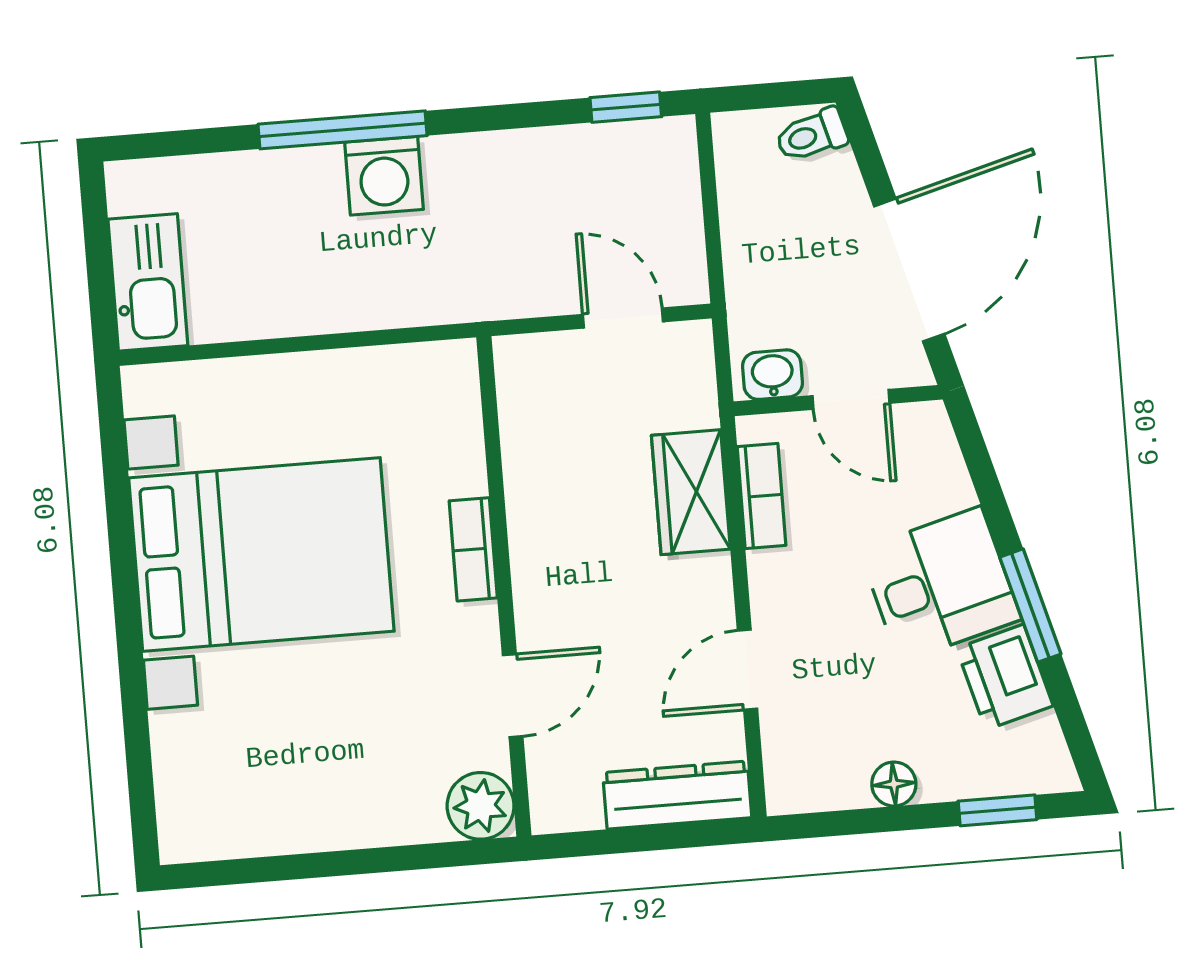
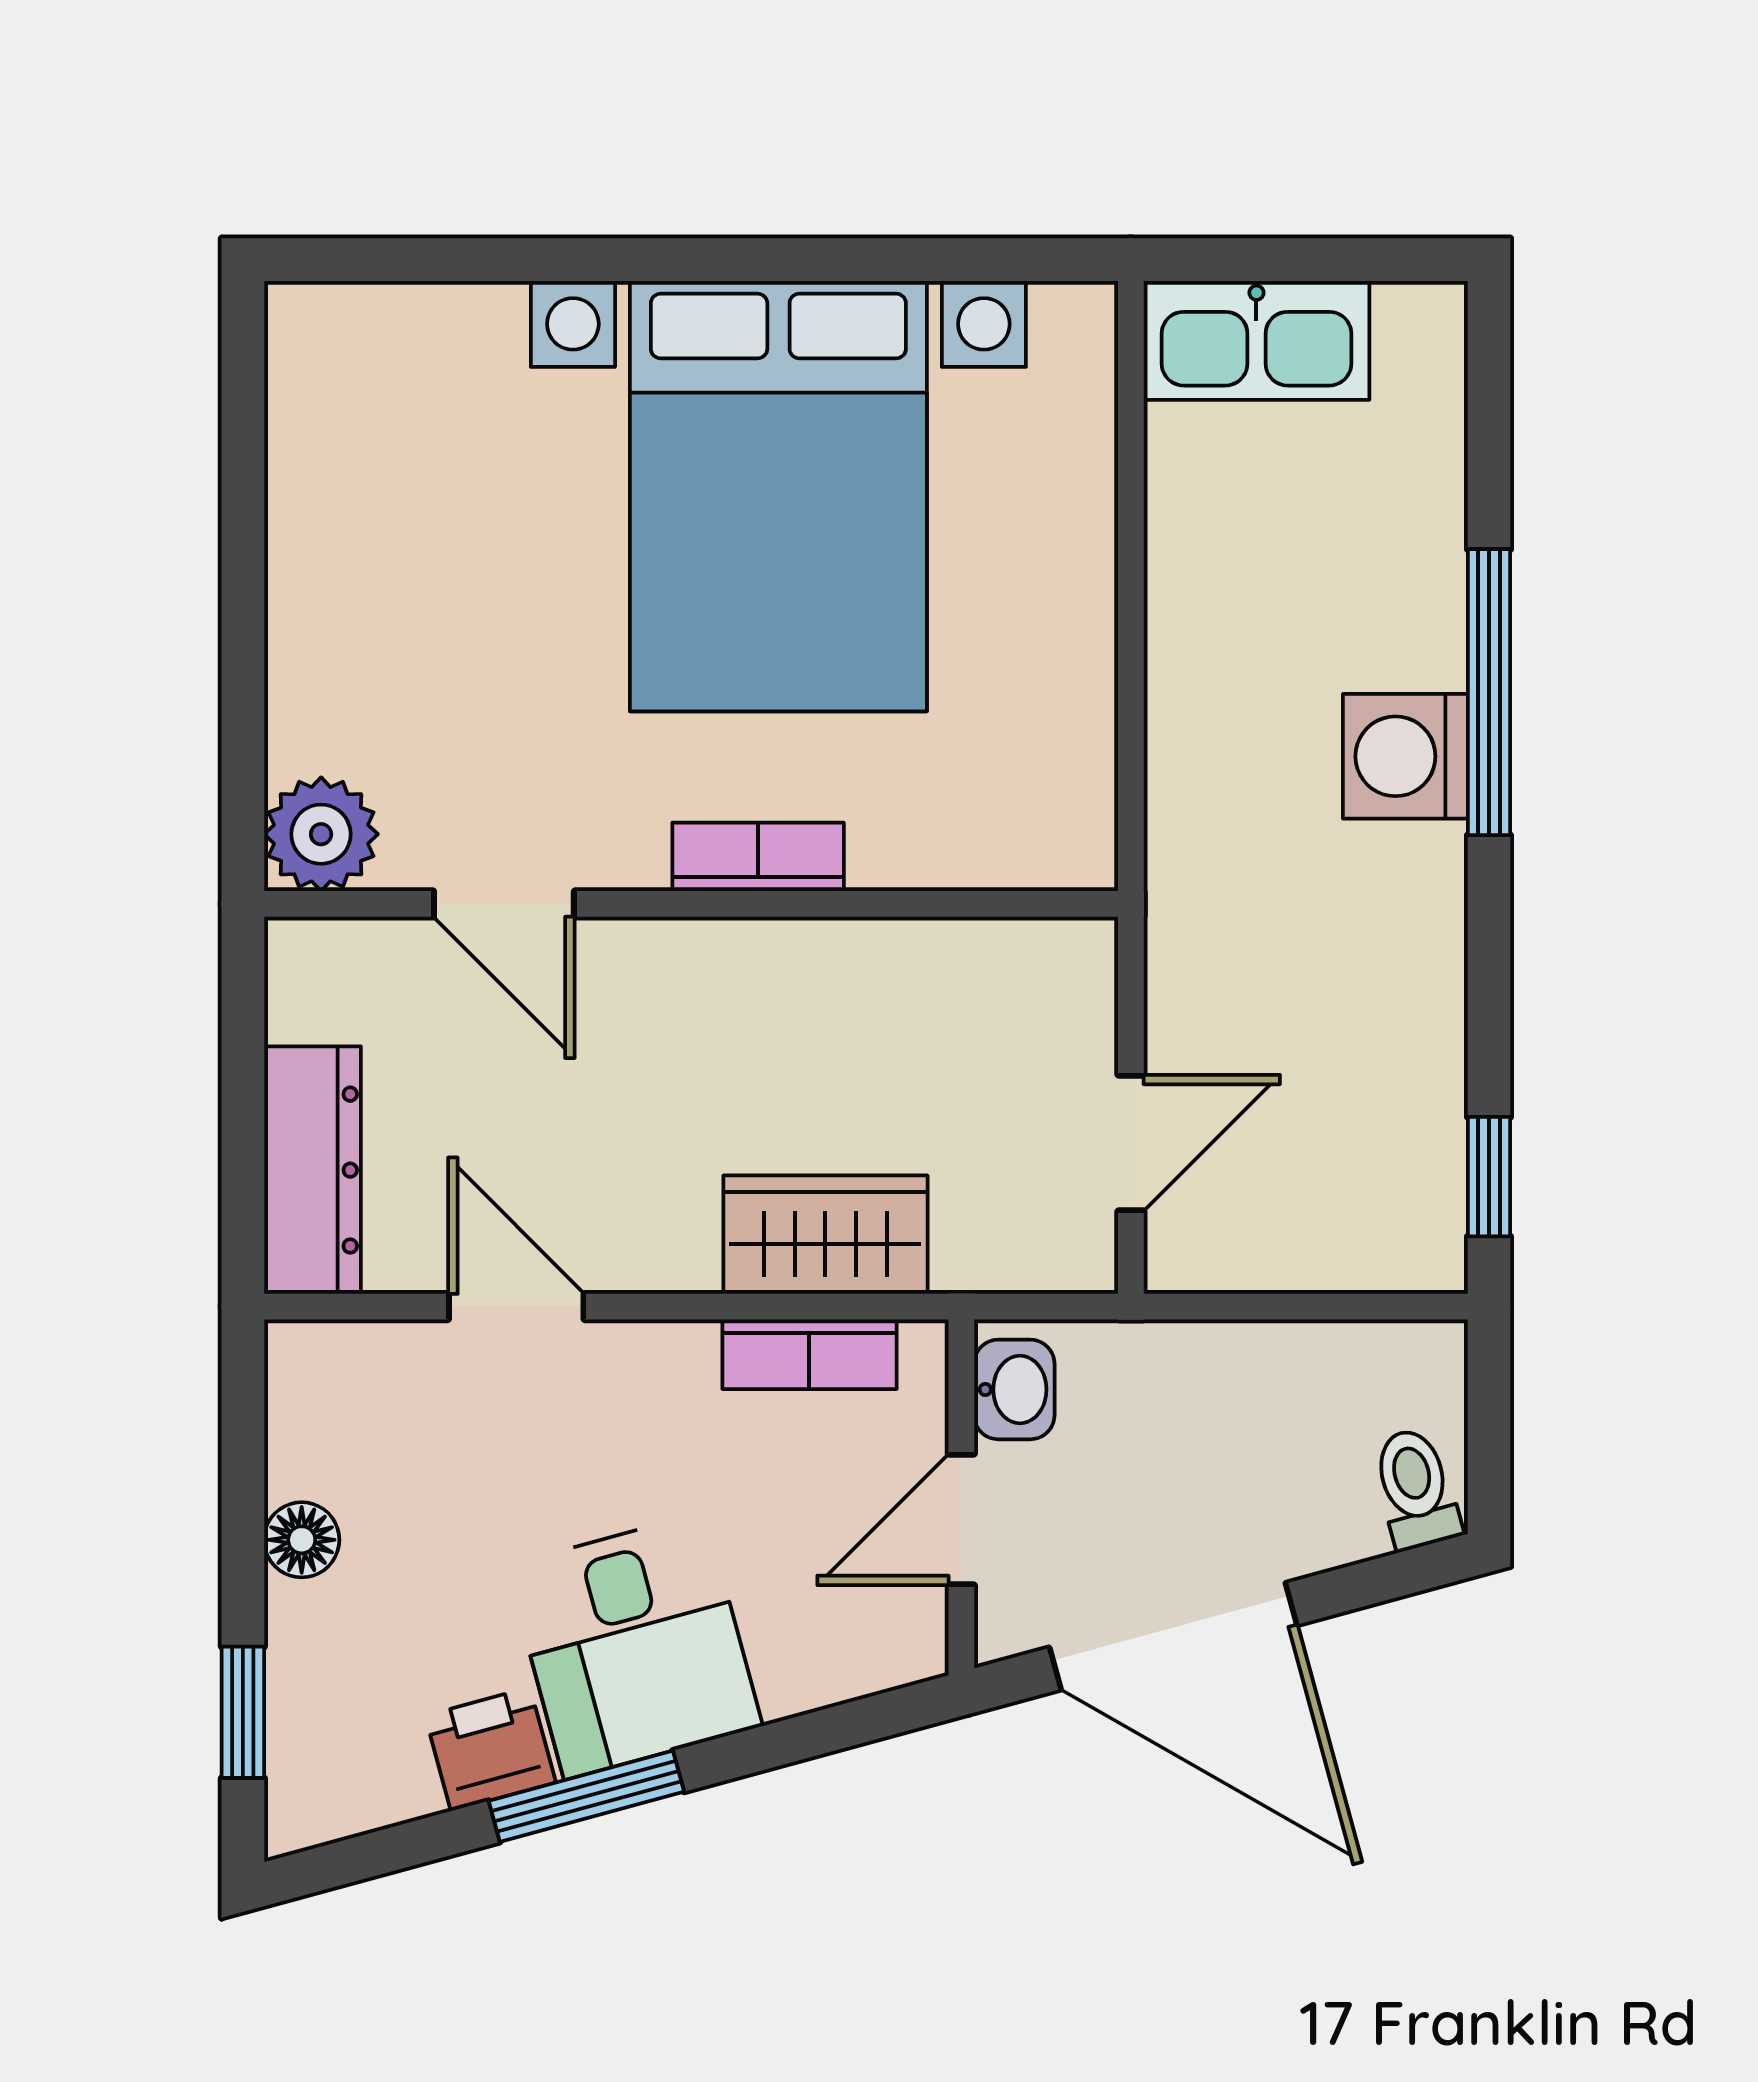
printer: (1005, 677) -> (490, 1749), width x0.73, depth x0.81

